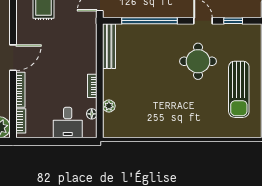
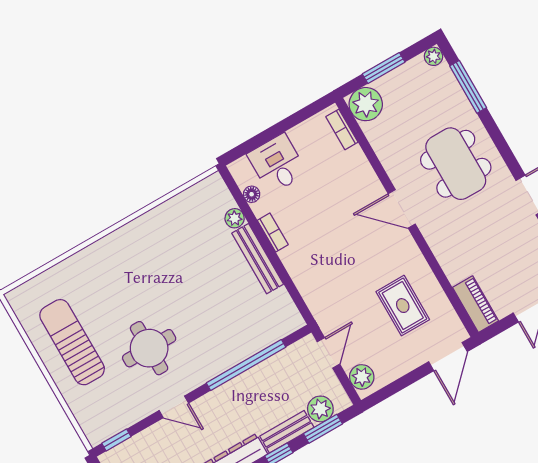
window: (233, 21) -> (116, 440), moved
bench: (109, 46) -> (258, 259), moved
door: (13, 58) -> (402, 209), hinge flipped
bookcase: (20, 90) -> (367, 171), removed

